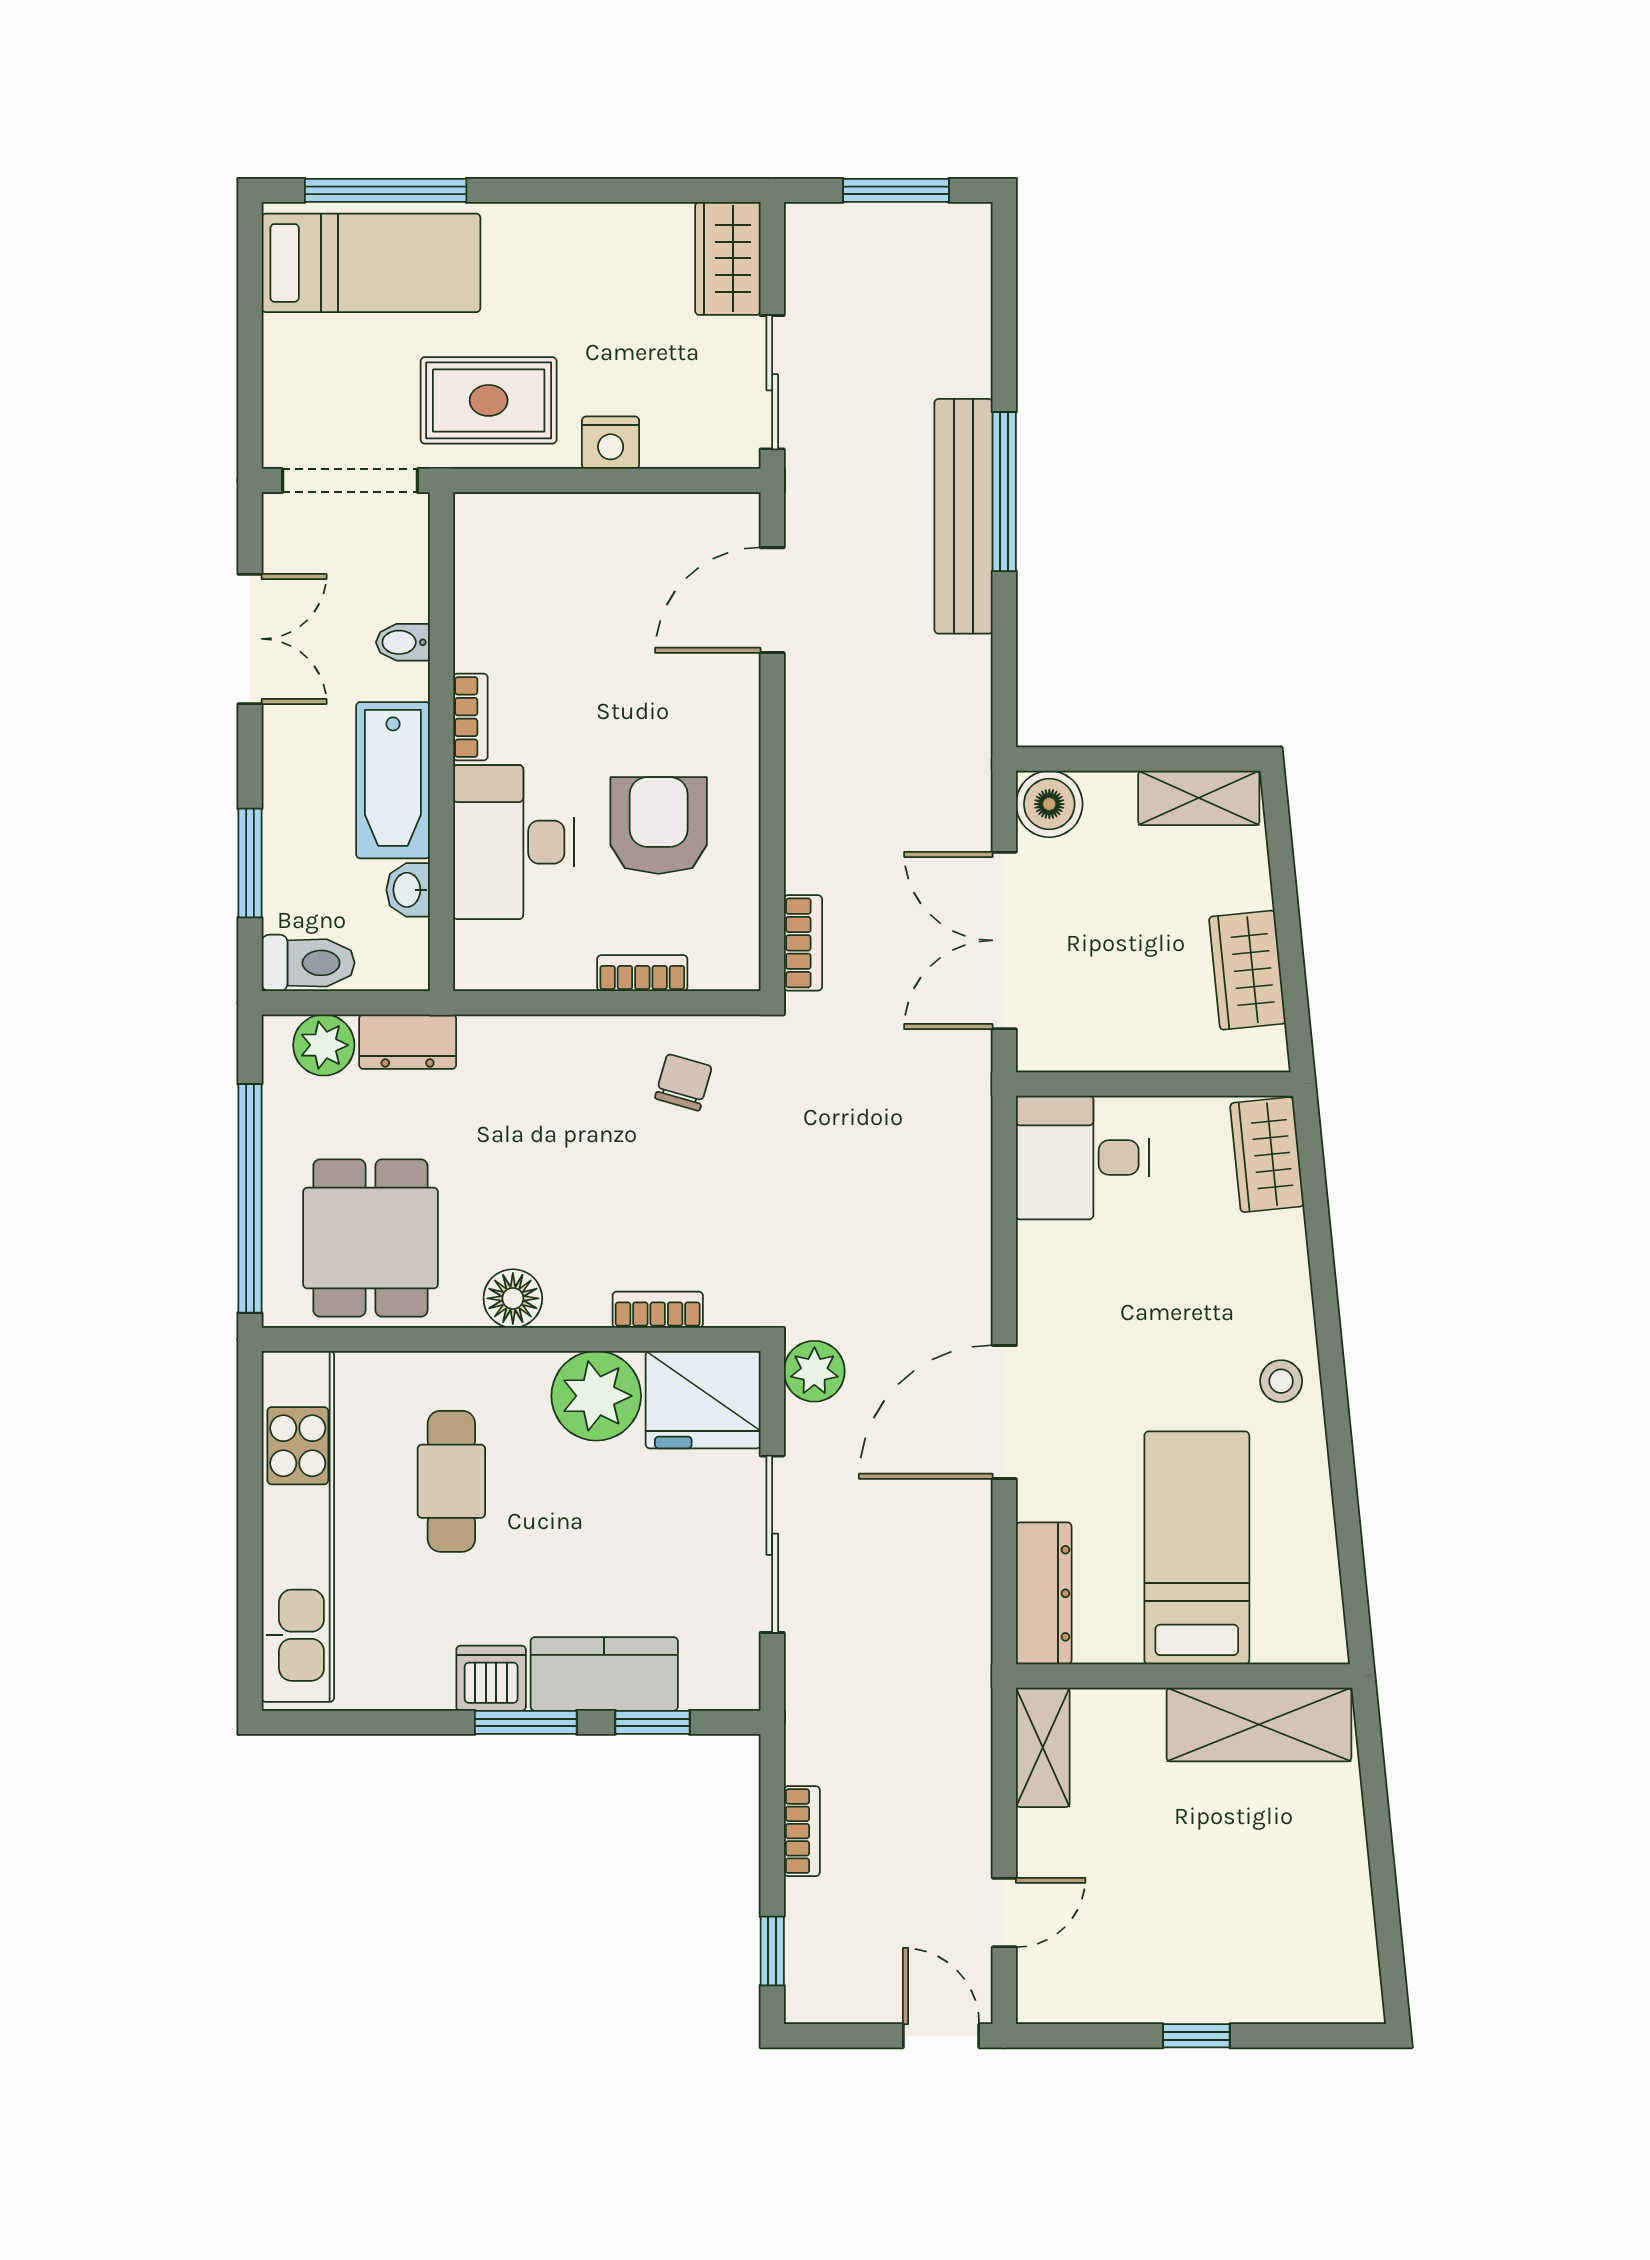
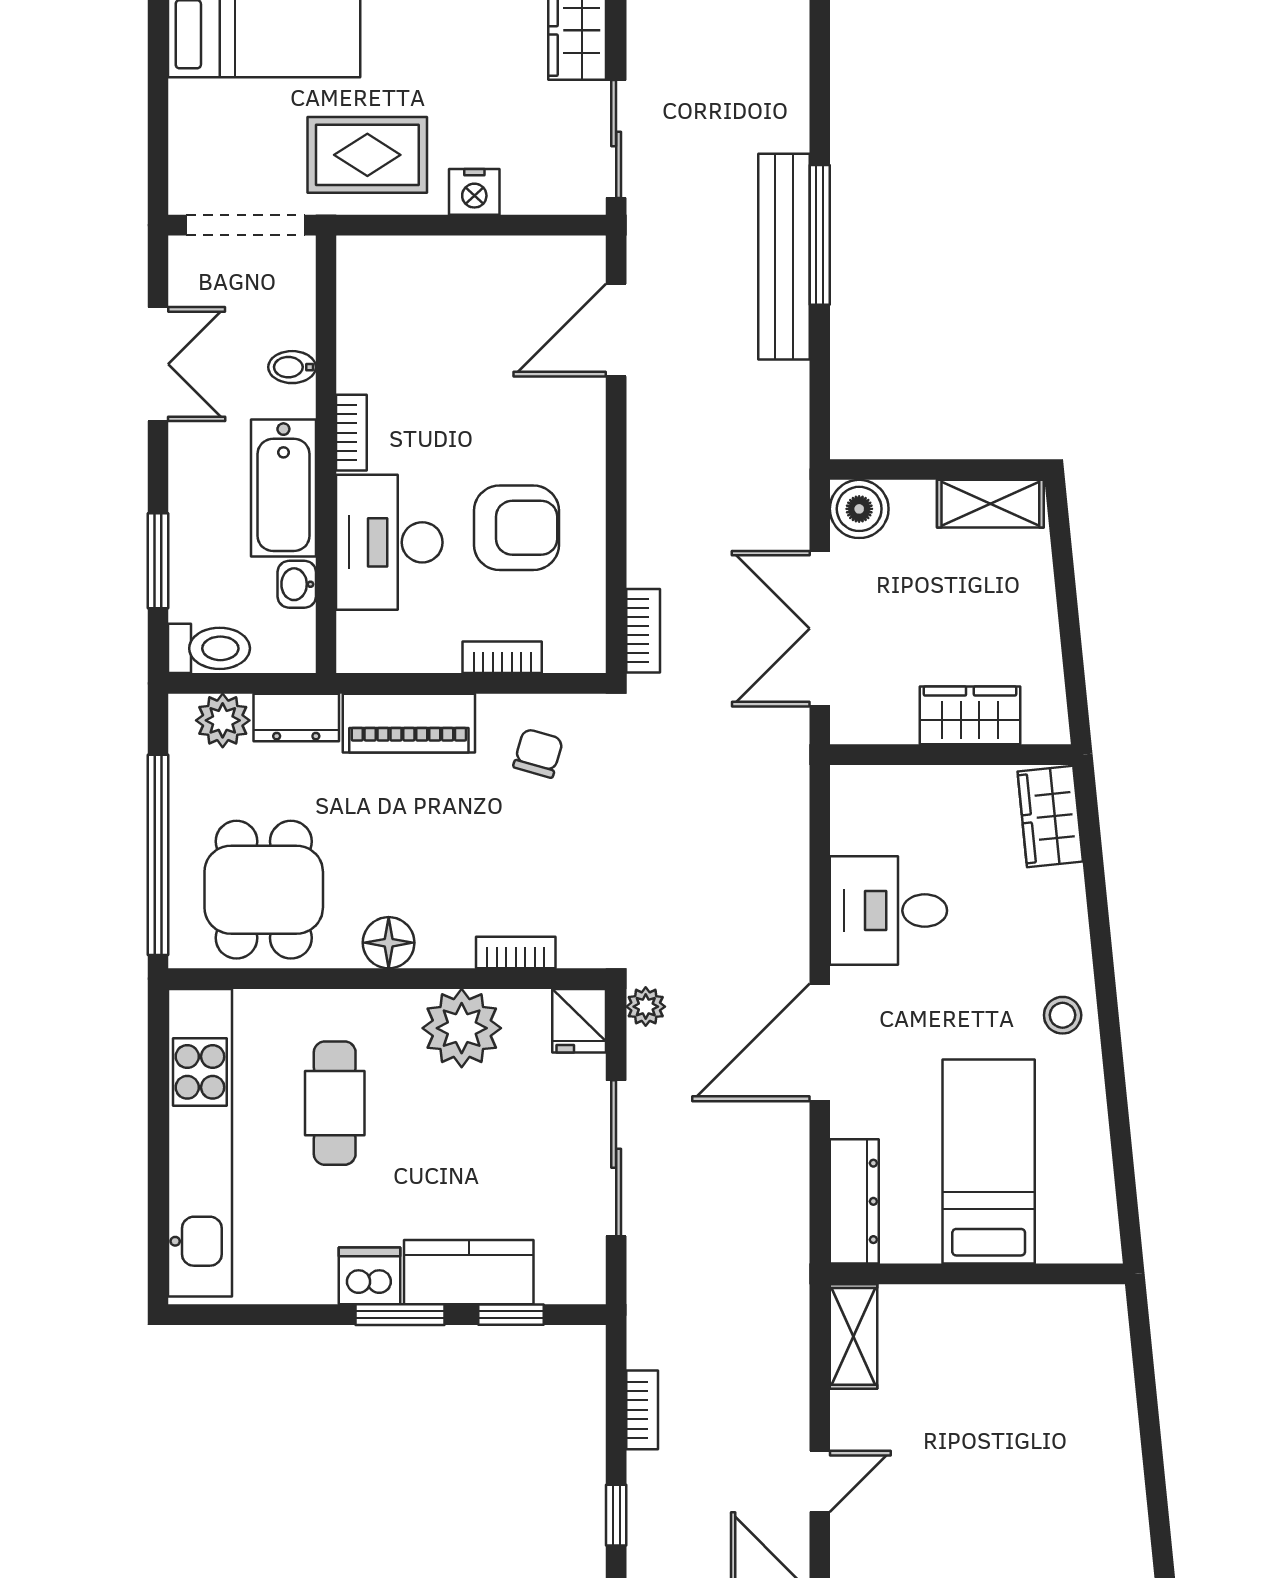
armchair: (659, 826) -> (516, 528), turned 90
wardrobe: (1247, 970) -> (970, 715), moved, turned 96
piano: (536, 1048) -> (409, 723), added
desk: (1083, 1157) -> (888, 911), moved
plant: (814, 1371) -> (646, 1007), width x0.73, depth x0.73
fridge: (703, 1400) -> (579, 1021), width x0.53, depth x0.75
shelving: (1259, 1725) -> (1043, 1316), removed

